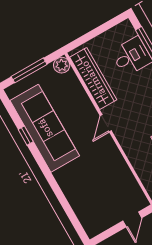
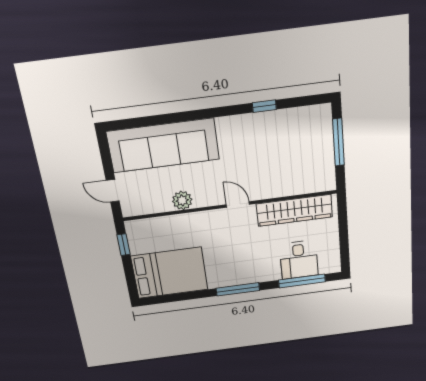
plant: (62, 65) -> (182, 200), moved
sofa: (45, 128) -> (163, 145), moved

